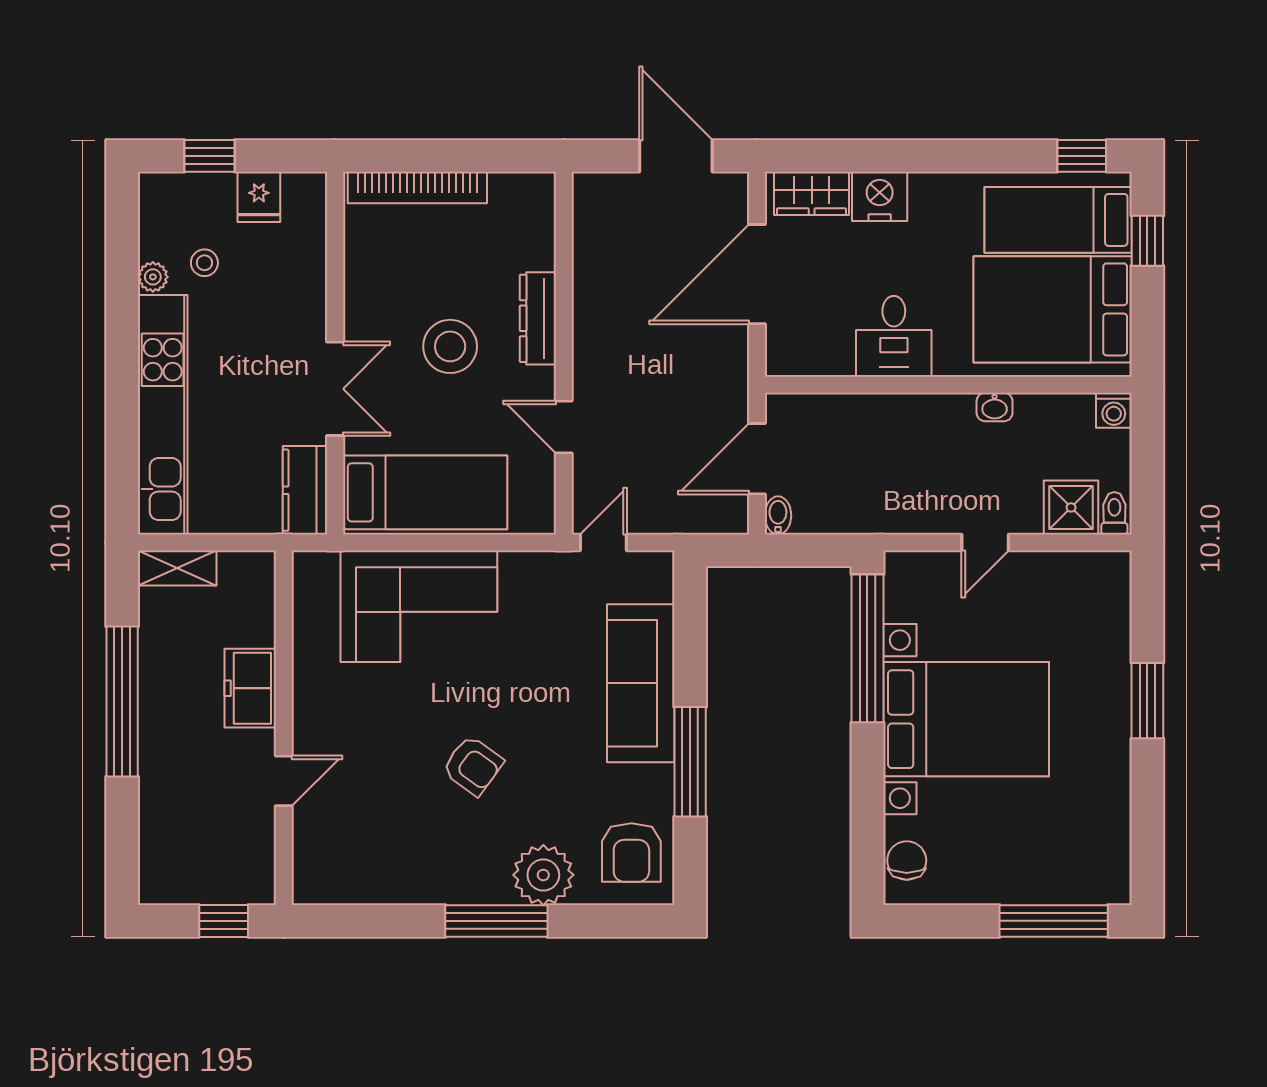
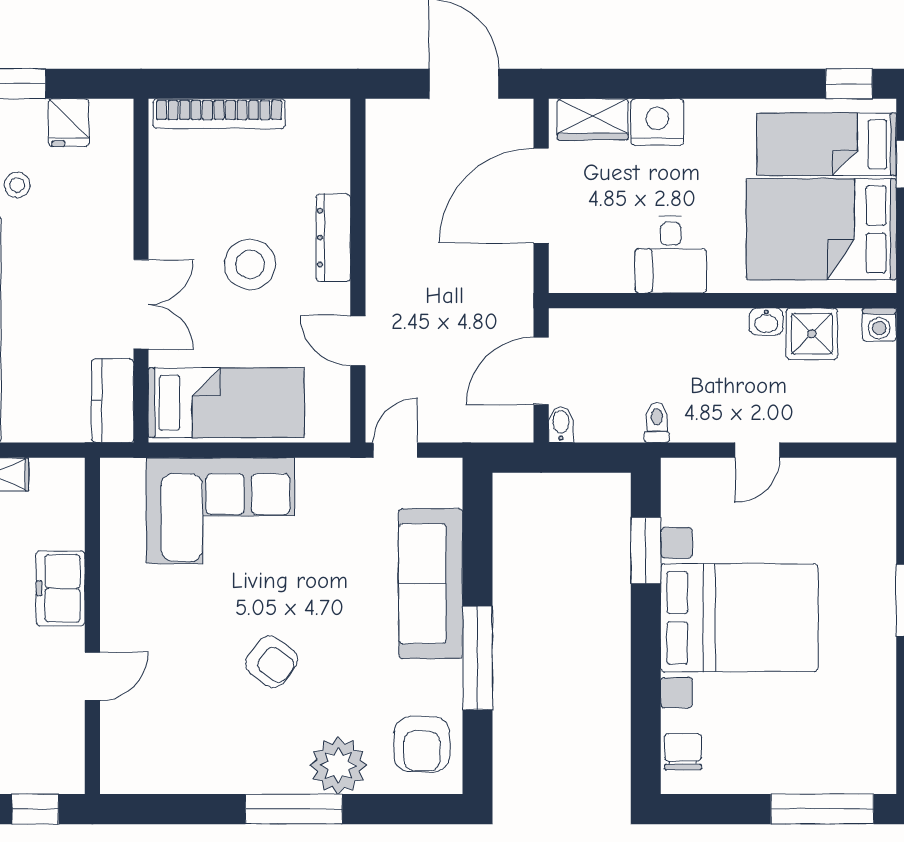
shower: (1071, 507) -> (812, 334), moved
toilet: (1114, 513) -> (657, 422), moved
window: (867, 648) -> (646, 551), width x0.47

